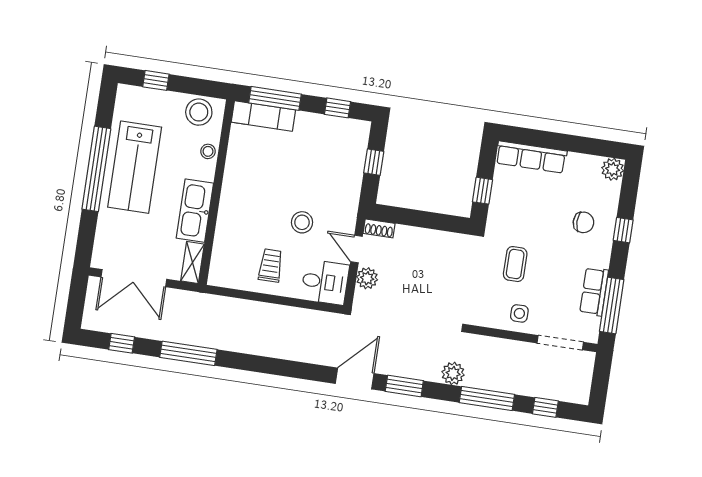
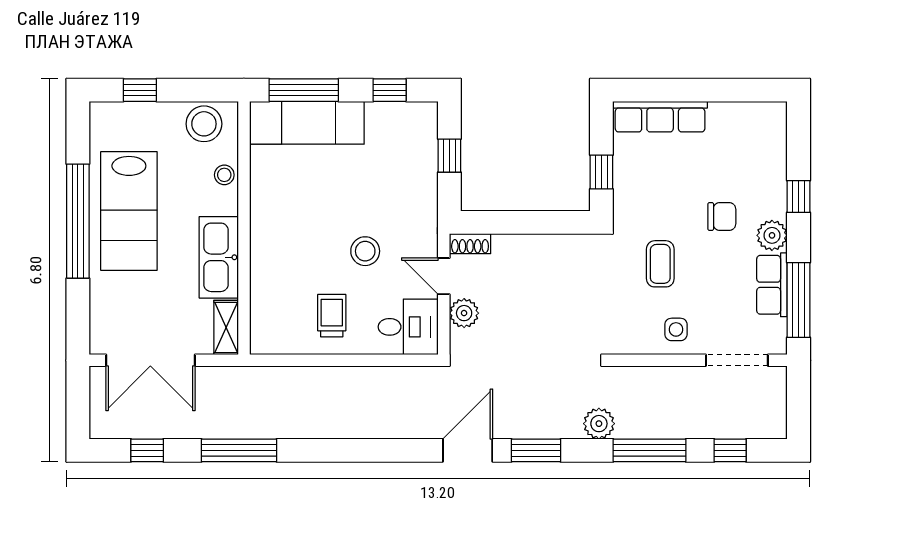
exam couch: (263, 116) -> (307, 123), width x1.36, depth x1.45
plant: (613, 169) -> (772, 235), moved
chair: (583, 222) -> (722, 217), moved

